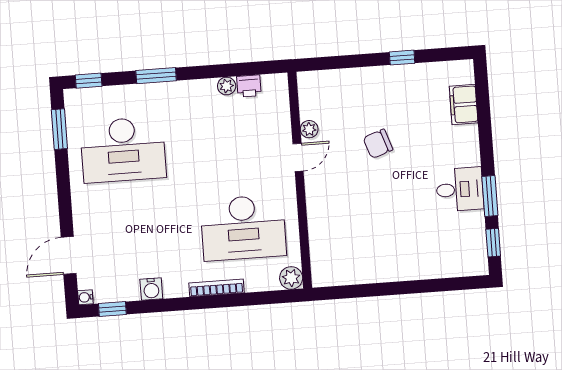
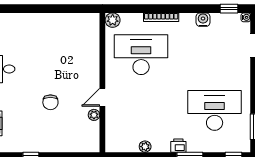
printer: (249, 86) -> (178, 146), moved
chair: (378, 144) -> (50, 102), turned 109

